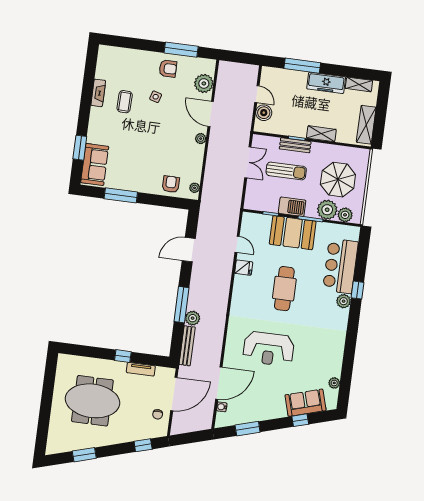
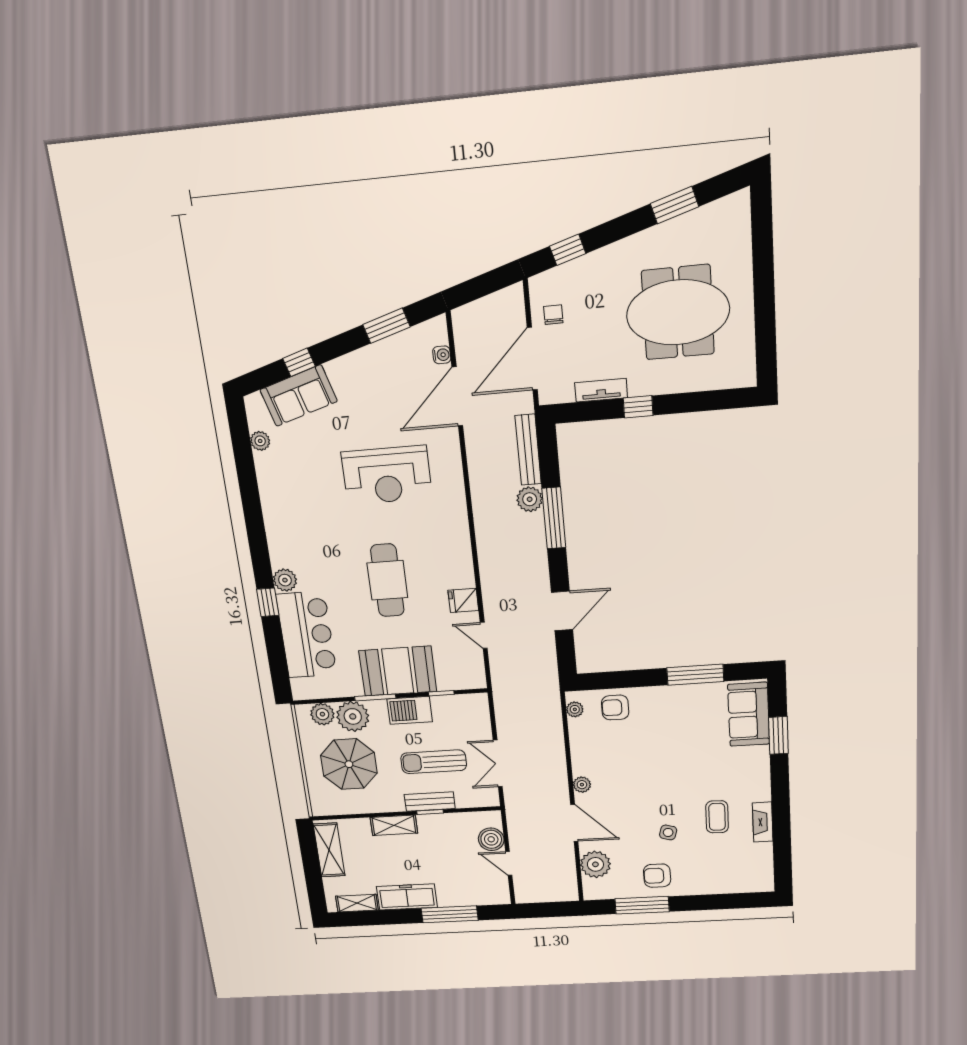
armchair: (171, 184) -> (615, 707), turned 90
reception desk: (269, 349) -> (387, 475), turned 180

